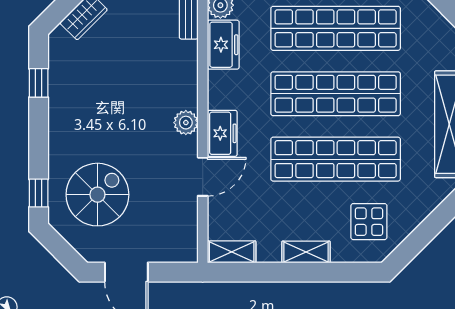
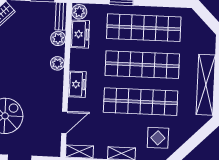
plant: (185, 54) -> (58, 38), added
plant: (186, 123) -> (57, 63), moved
door: (203, 177) -> (64, 122), moved

